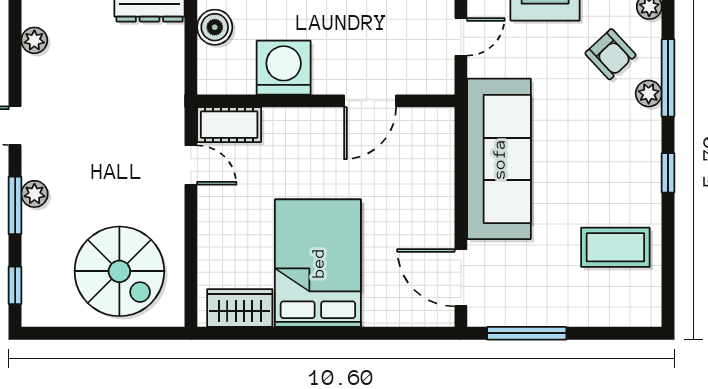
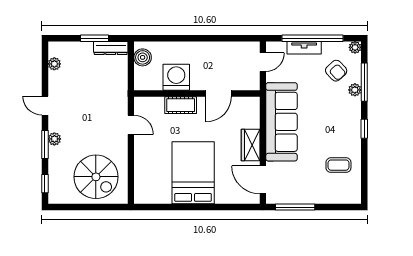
cot: (229, 125) -> (181, 105), moved
coffee table: (615, 247) -> (338, 165), width x0.73, depth x0.77
wardrobe: (240, 308) -> (251, 145), moved, turned -90

